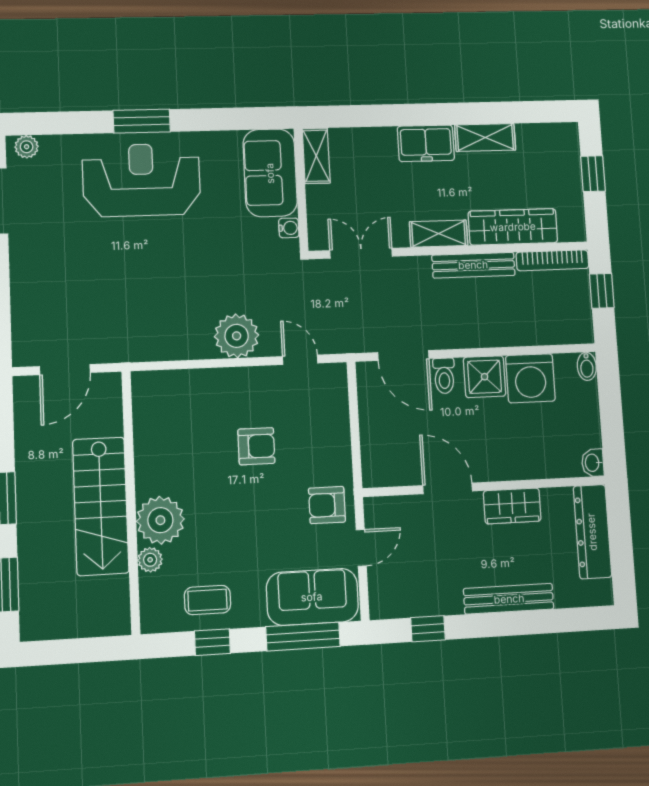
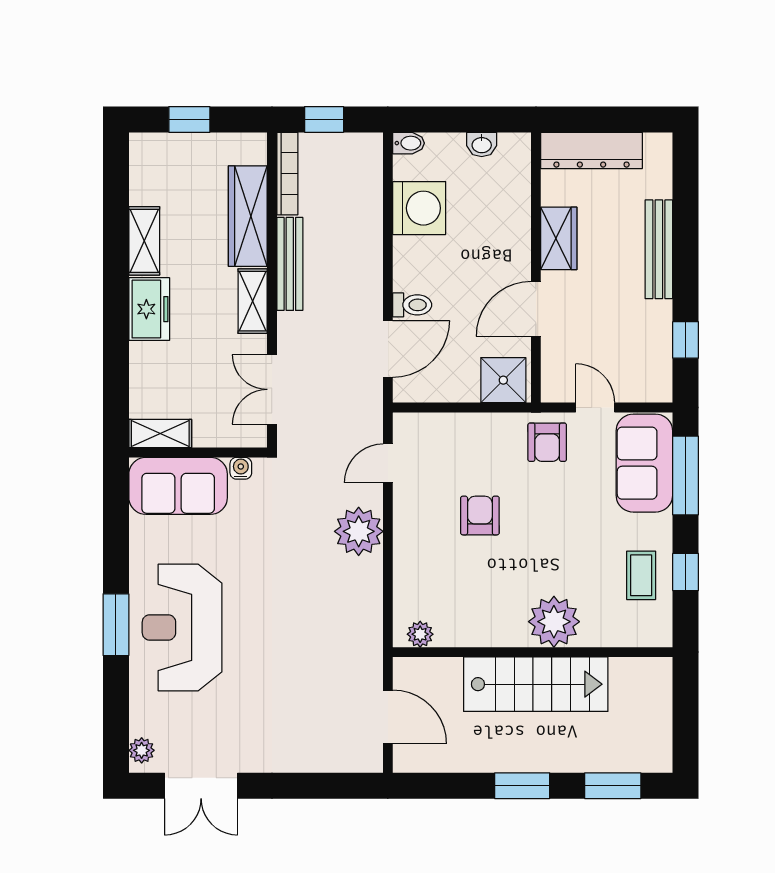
shower: (485, 377) -> (503, 380), moved
washbasin: (593, 463) -> (482, 144), moved
plant: (150, 560) -> (420, 634), moved

